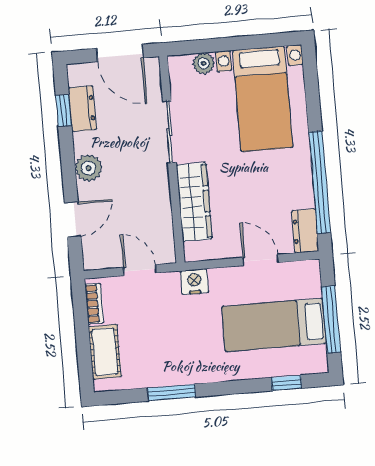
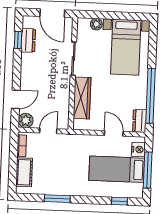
plant: (88, 168) -> (26, 121), moved
door: (140, 270) -> (48, 131), hinge flipped
nightstand: (194, 282) -> (138, 149), moved, turned 90

